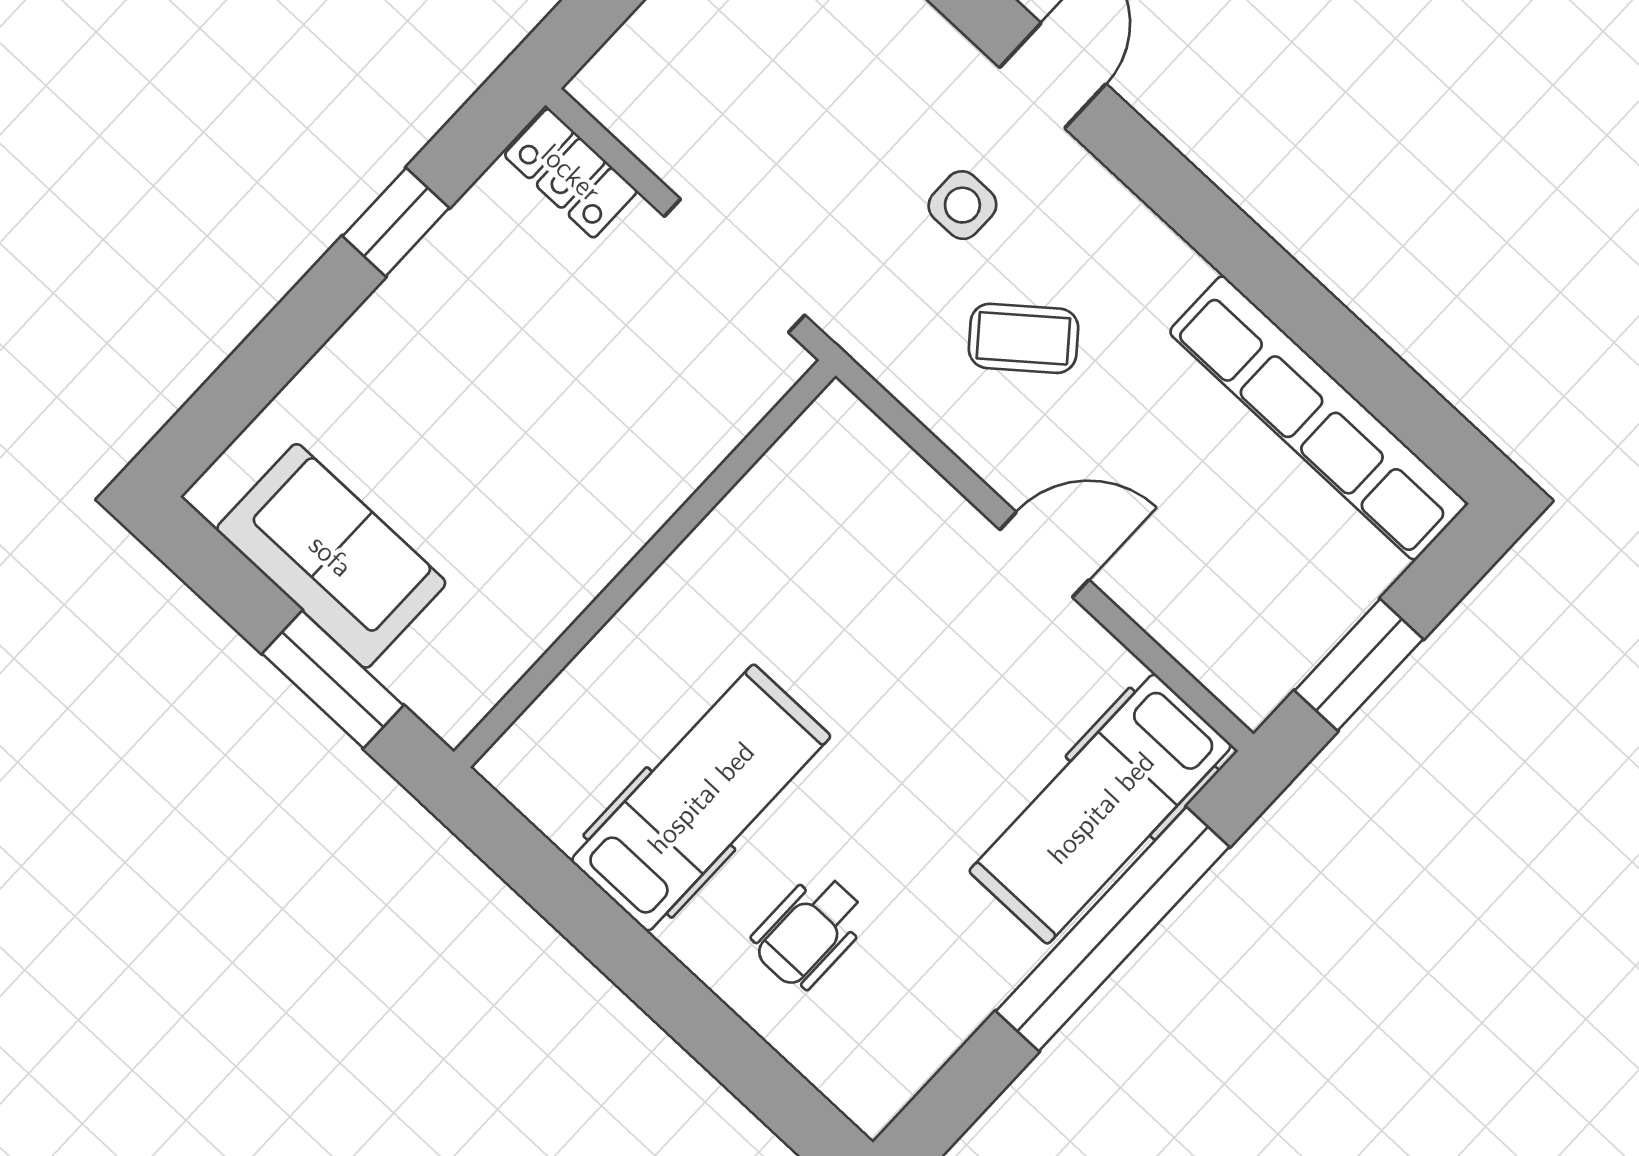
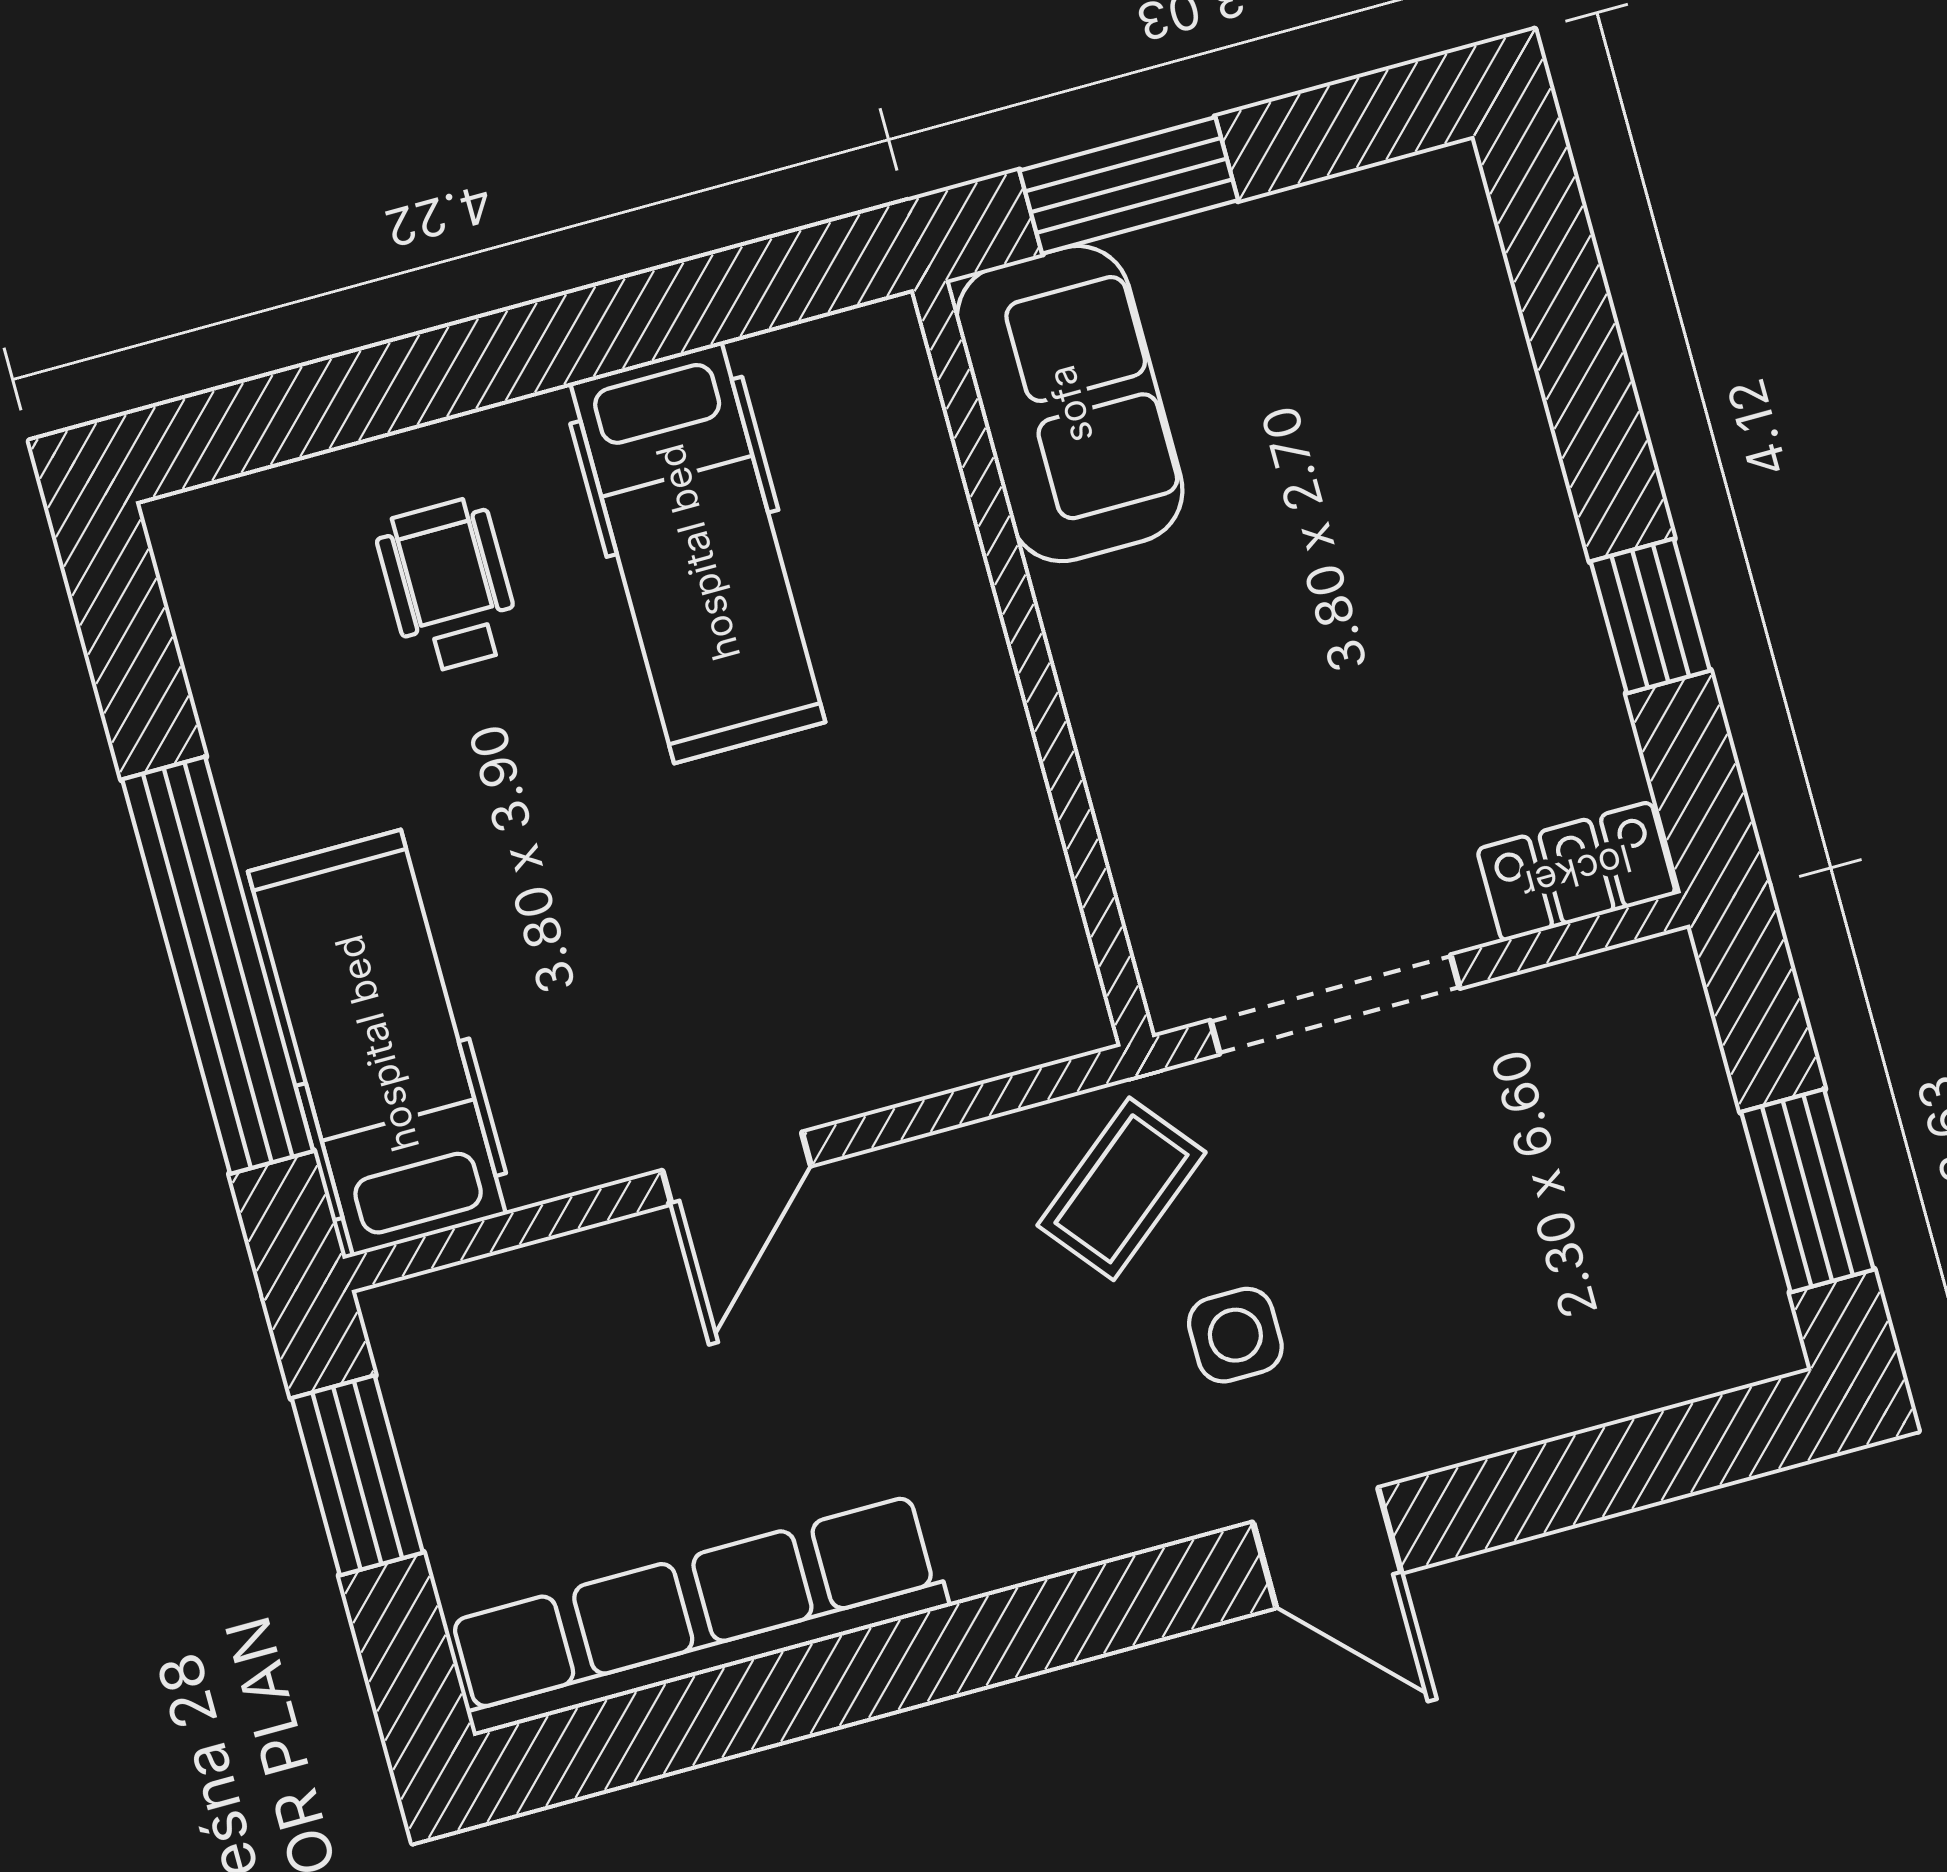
coffee table: (1023, 338) -> (1121, 1189), moved
sofa: (331, 556) -> (1070, 404), moved, turned -90

